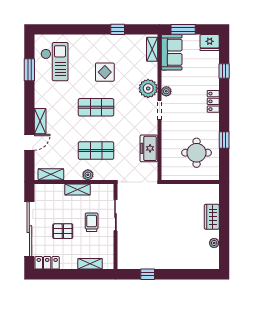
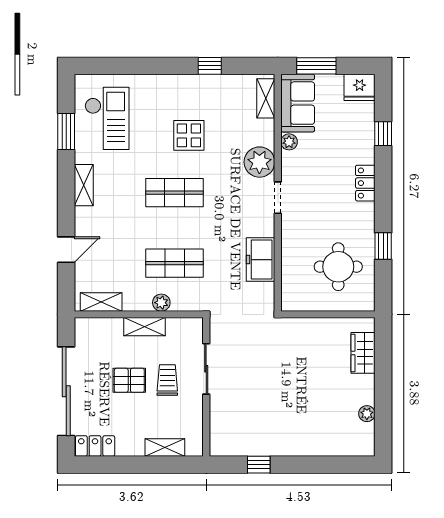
plant: (166, 91) -> (289, 142), moved
shelving: (40, 121) -> (84, 185), moved
wardrobe: (212, 217) -> (363, 353), moved
pallet: (63, 231) -> (129, 380), moved

